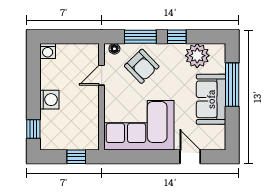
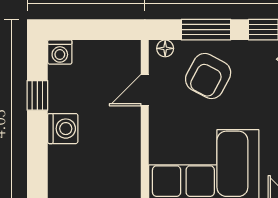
armchair: (142, 66) -> (208, 76), turned 72
window: (33, 129) -> (37, 95), moved

